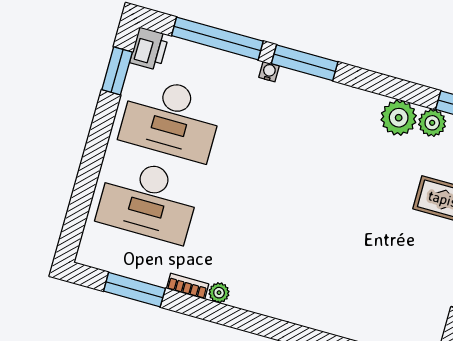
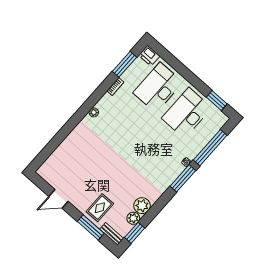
printer: (149, 49) -> (149, 56), moved
plant: (219, 293) -> (94, 112), moved

